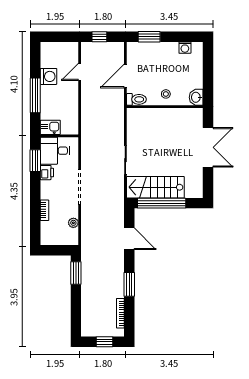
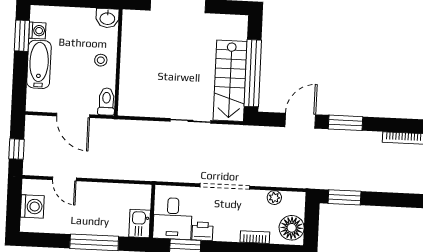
window: (149, 37) -> (22, 36), moved
bathtub: (161, 50) -> (39, 64), added
washing machine: (48, 76) -> (32, 206), moved, turned 90
floor lamp: (52, 236) -> (292, 228), added
window: (129, 284) -> (345, 123), moved

